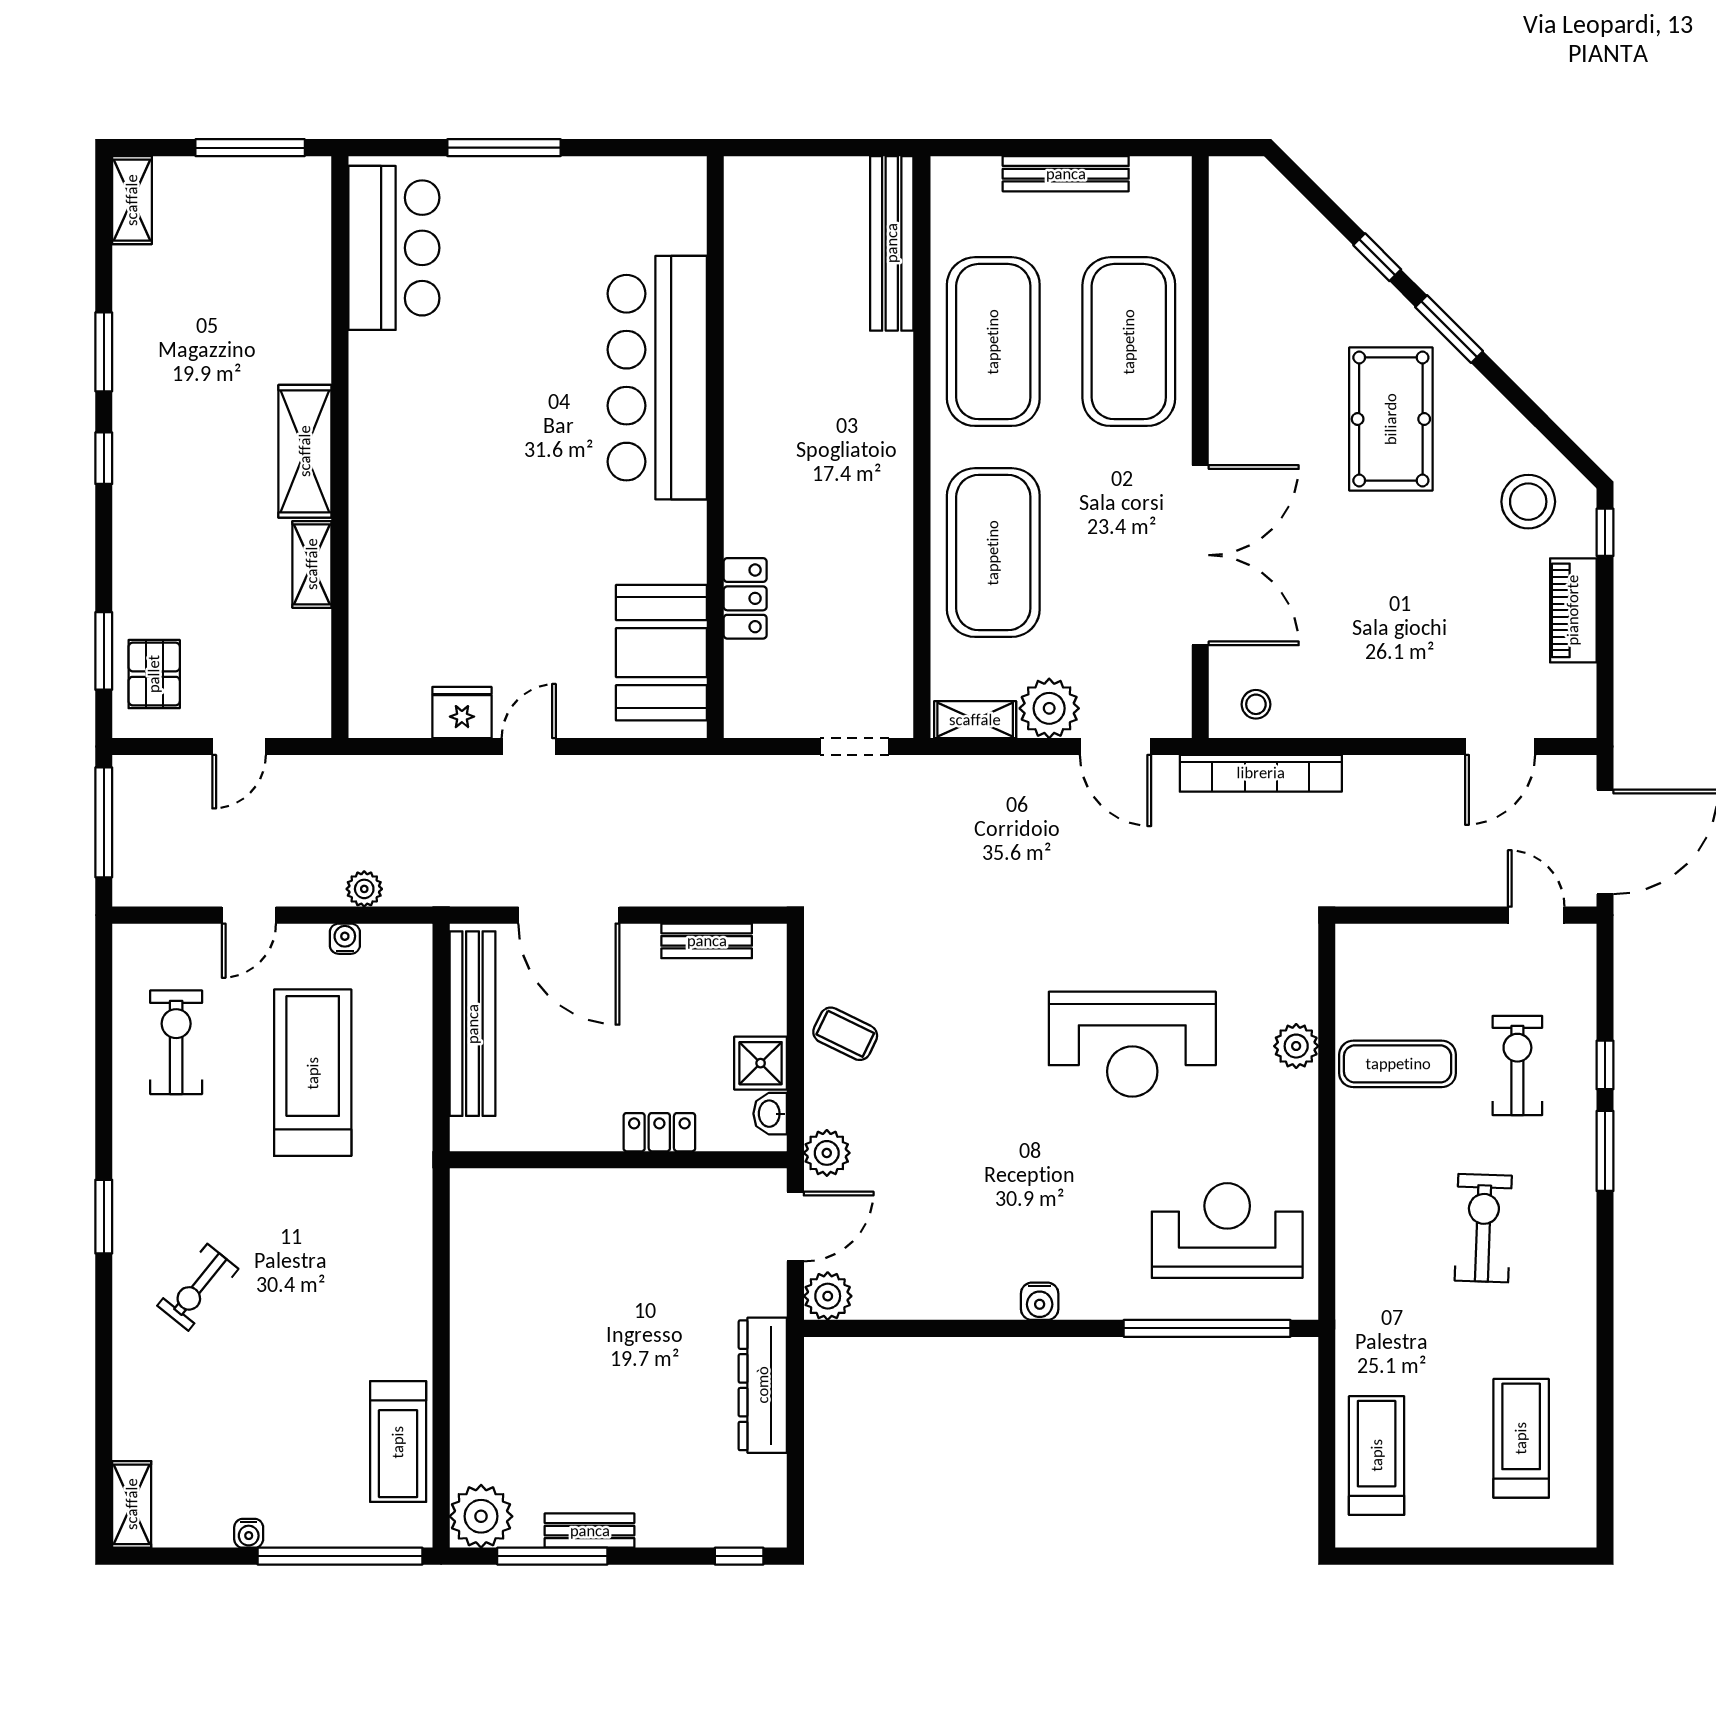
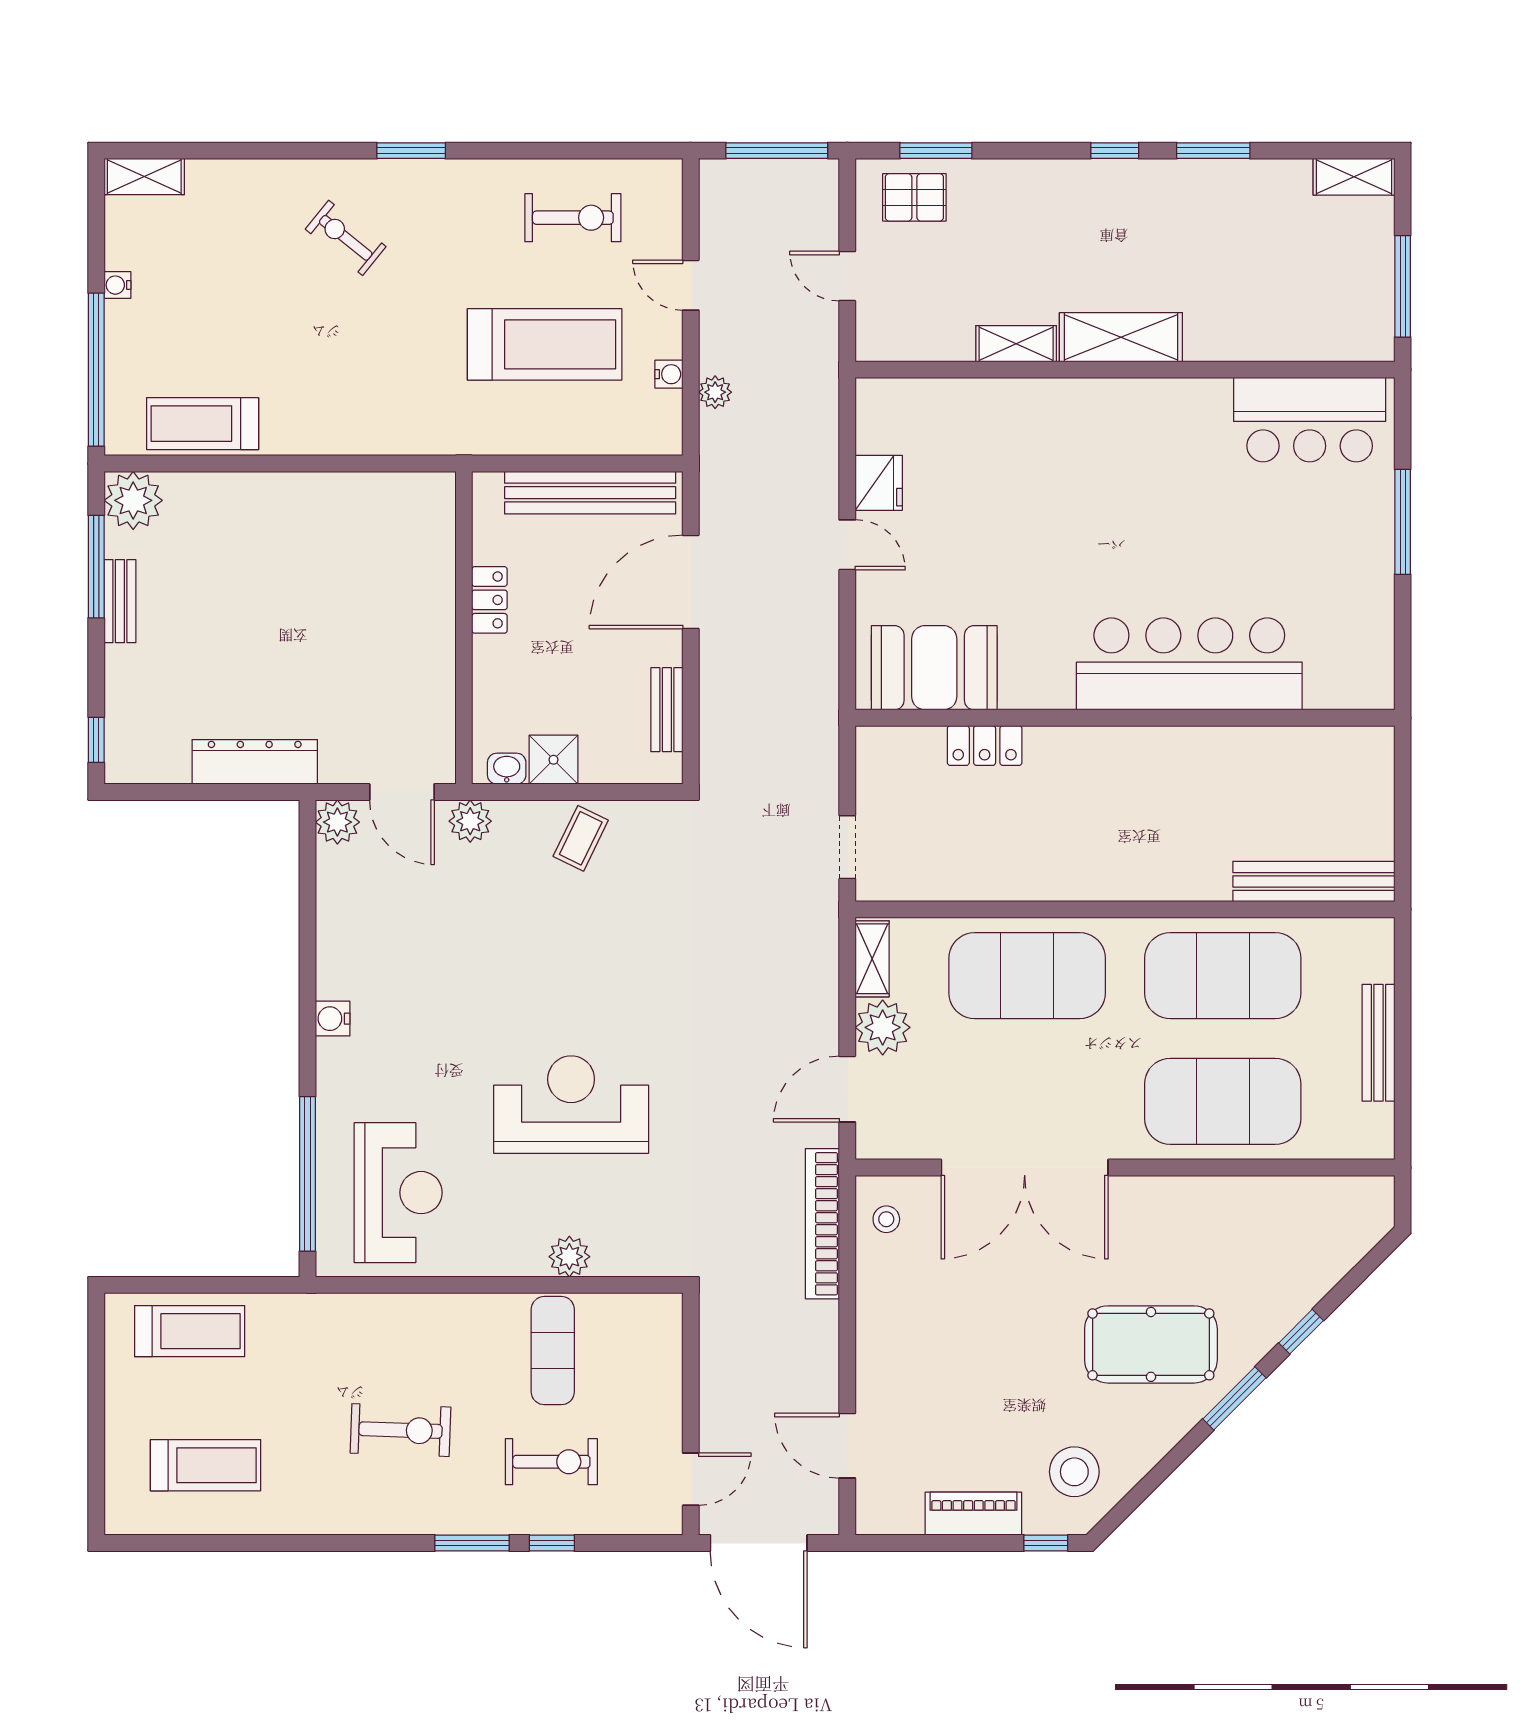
reception desk: (1132, 1044) -> (571, 1105), turned 90
locker: (659, 1132) -> (489, 600), moved

